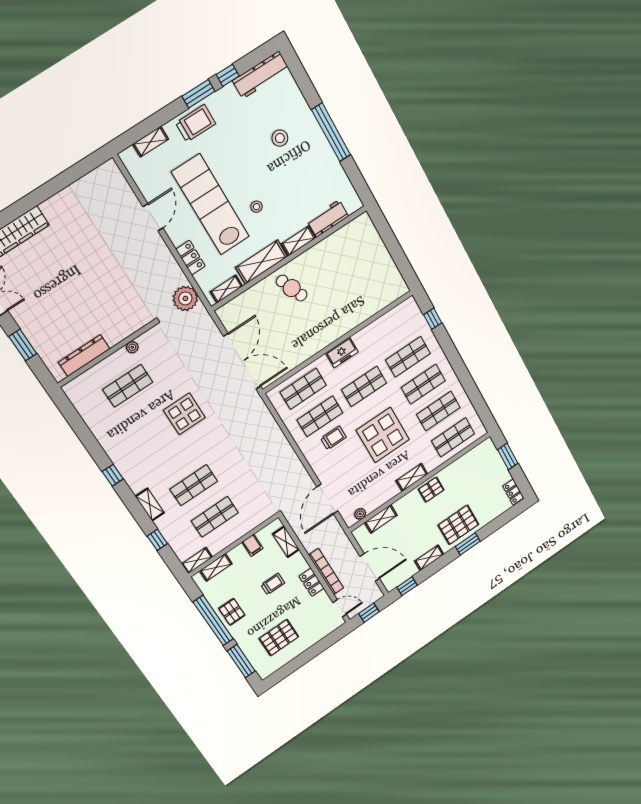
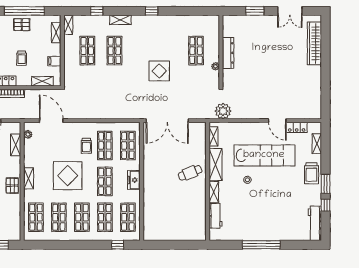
stool: (280, 138) -> (276, 214), removed
locker: (191, 258) -> (297, 127), moved
shop shelf: (392, 329) -> (128, 217), added
dresser: (84, 356) -> (228, 53), moved

